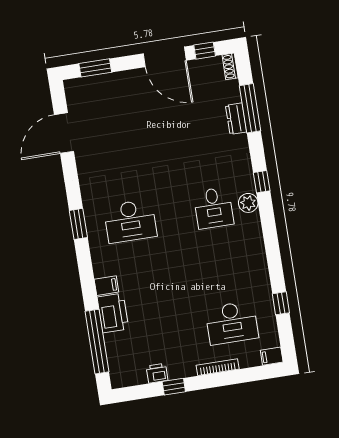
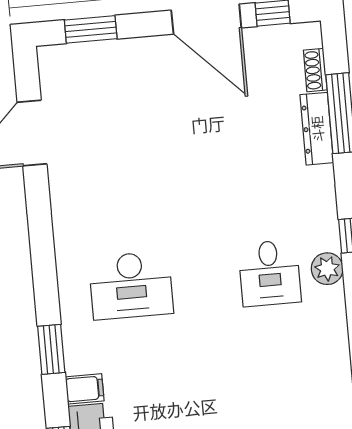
shoe rack: (230, 66) -> (315, 70), moved
dresser: (236, 119) -> (317, 129), width x1.44
window: (78, 224) -> (51, 349), moved

